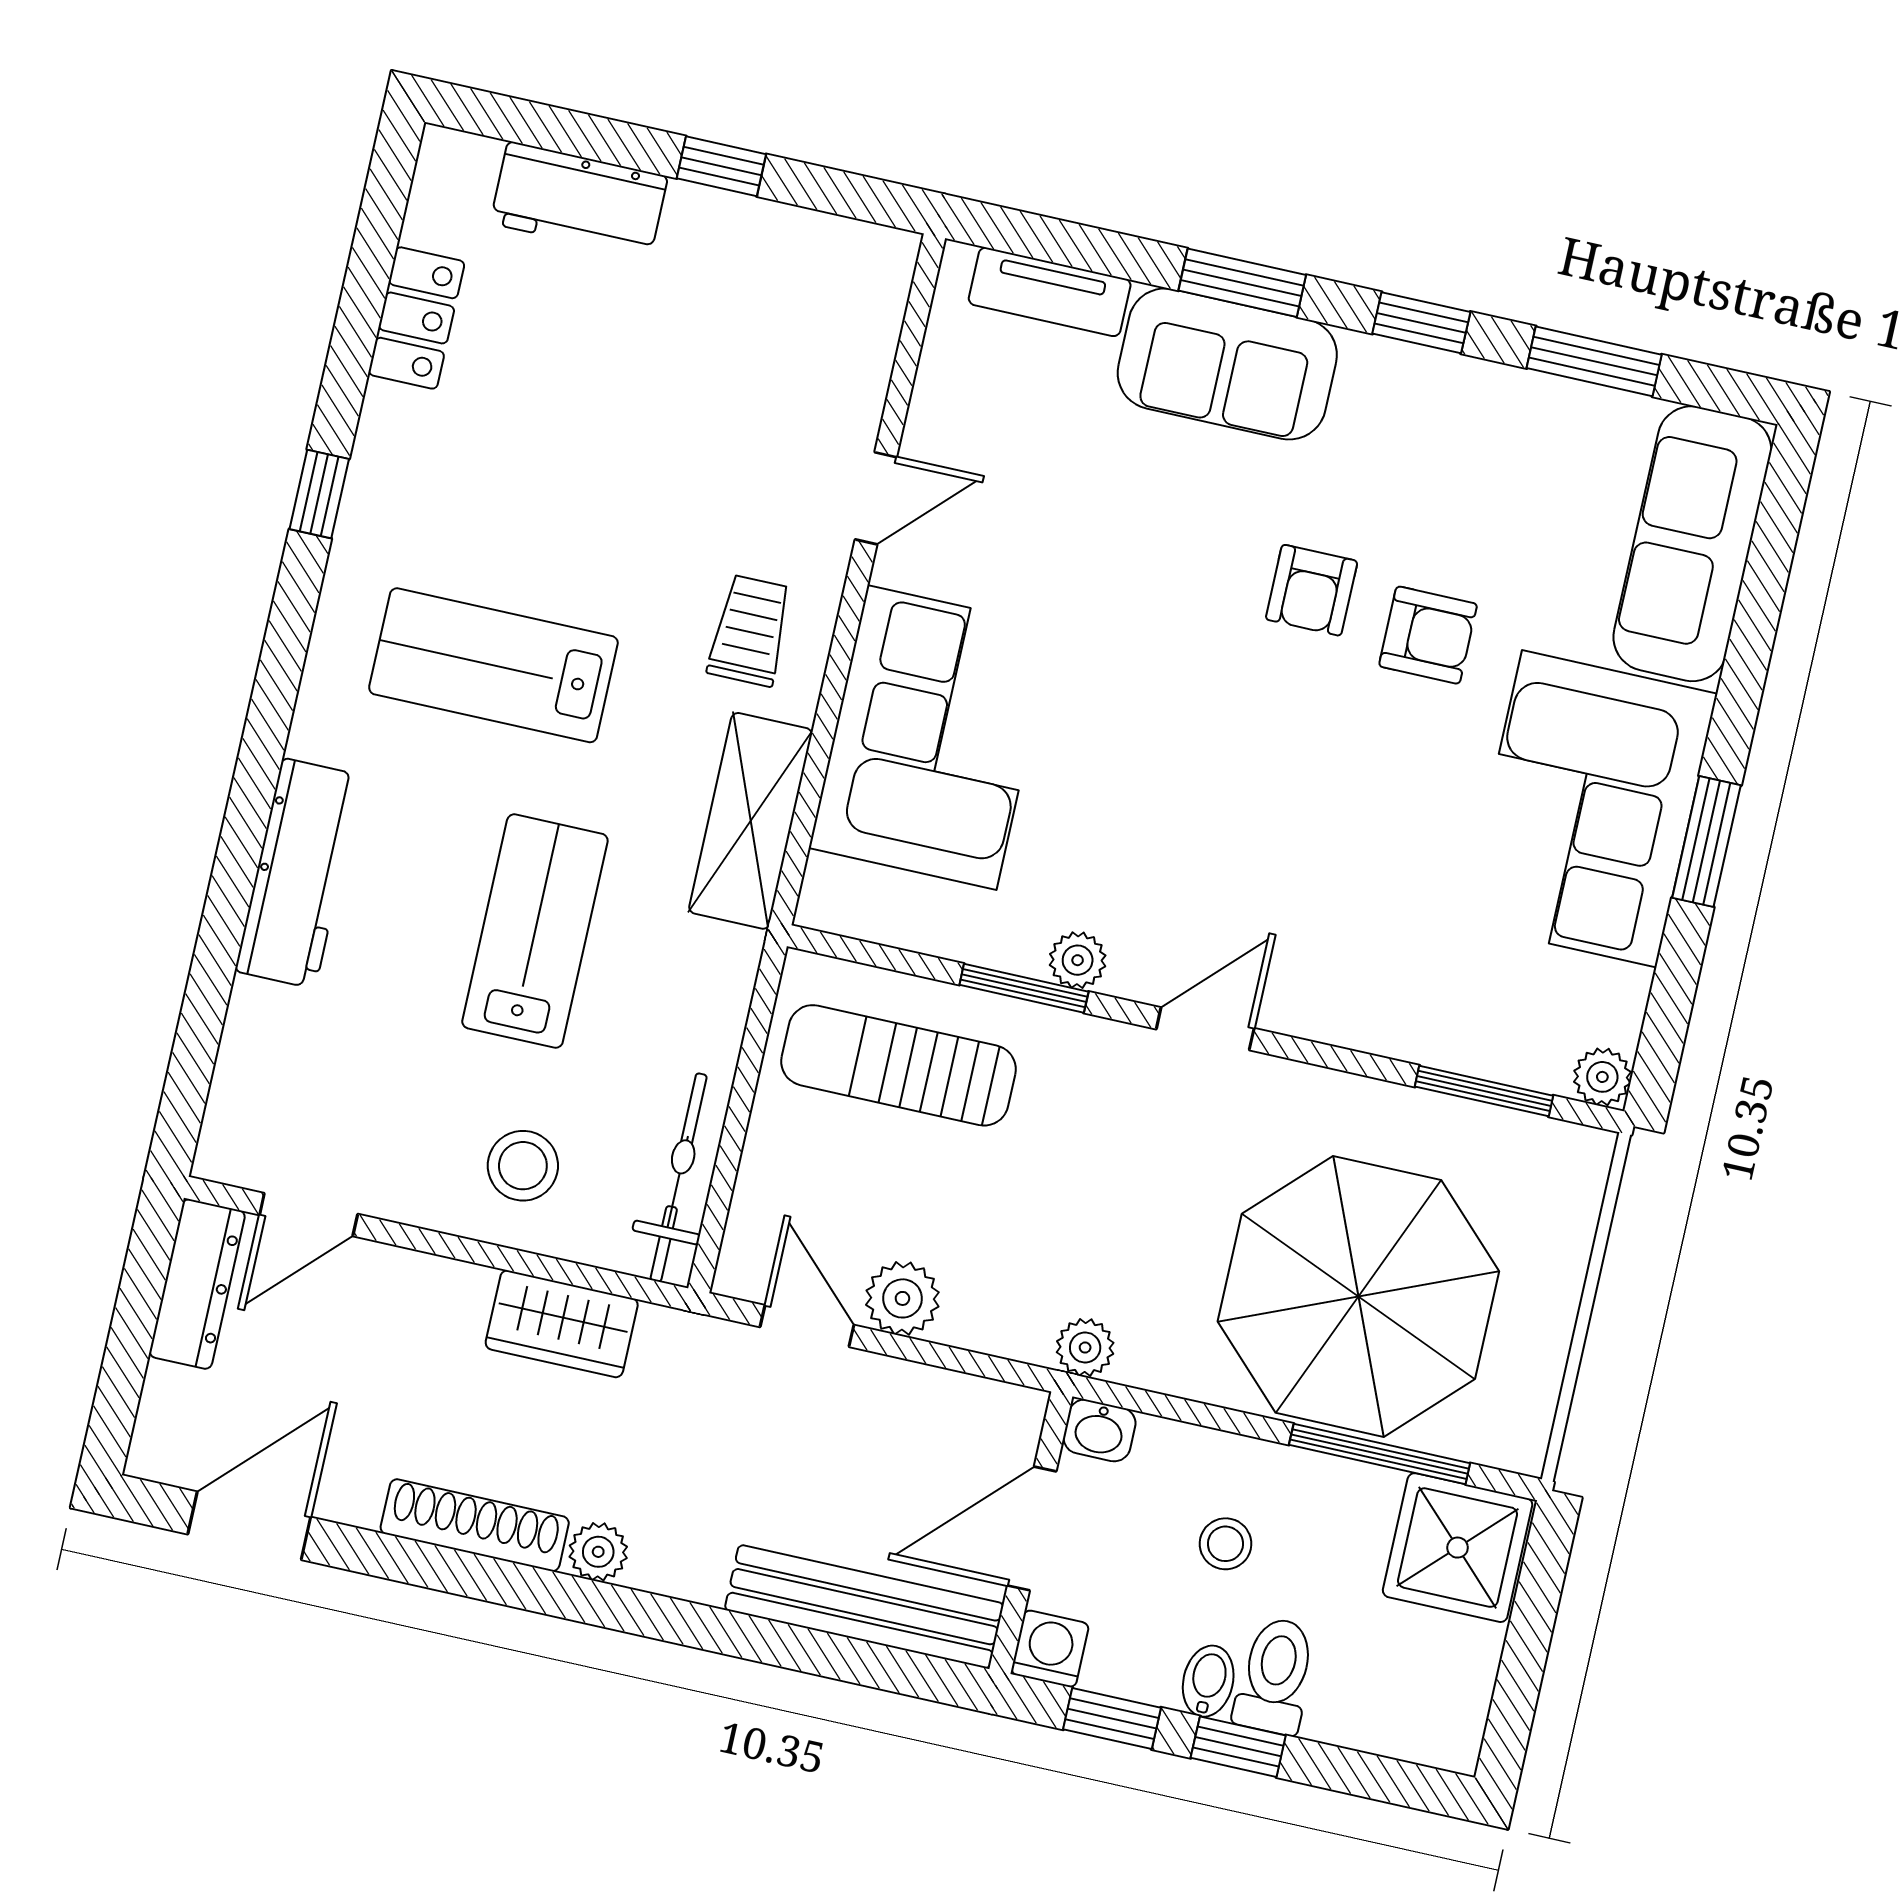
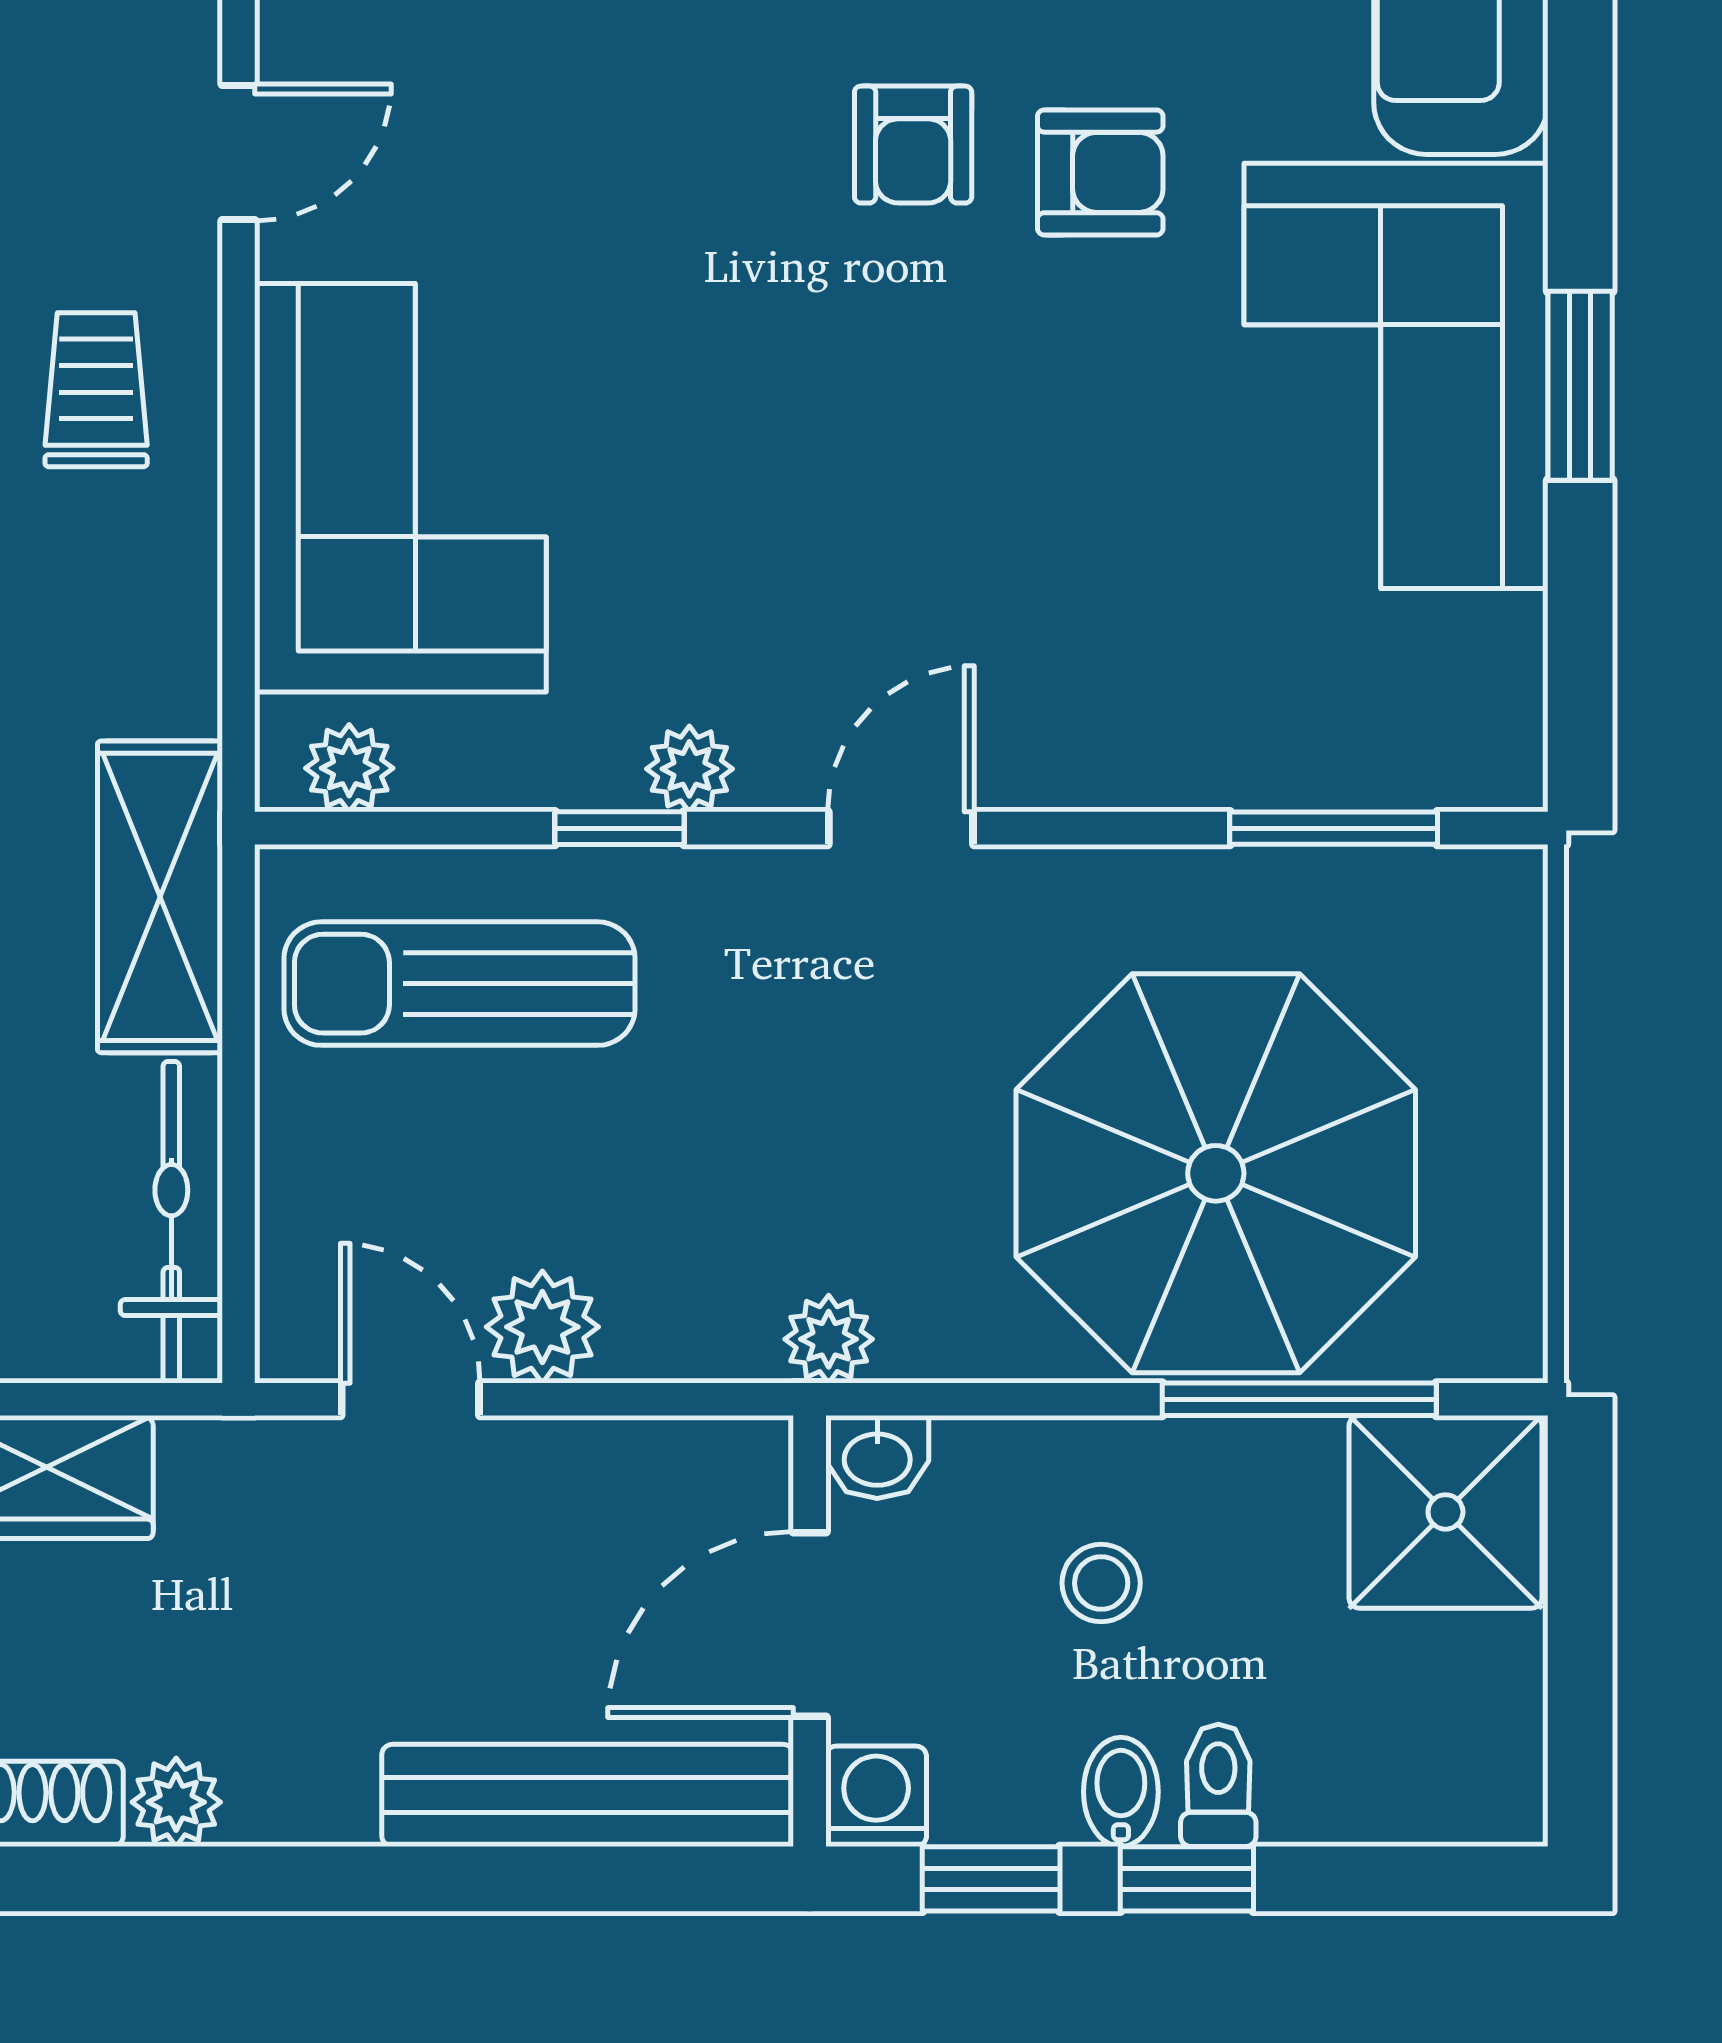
shelving: (751, 821) -> (160, 897), moved
window: (1024, 988) -> (619, 828), width x0.67
plant: (1602, 1077) -> (349, 768), moved
toilet: (1275, 1676) -> (1218, 1785), width x0.73, depth x0.72

